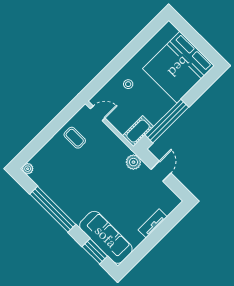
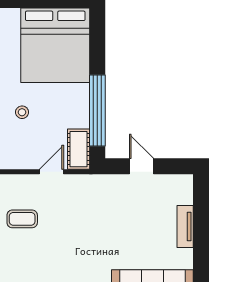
door: (98, 113) -> (51, 172), moved
plant: (133, 162) -> (105, 185), removed

